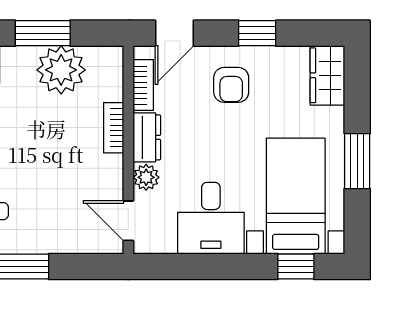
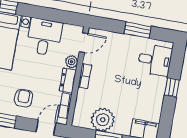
bookcase: (114, 128) -> (85, 76), moved
door: (128, 221) -> (84, 43), hinge flipped

